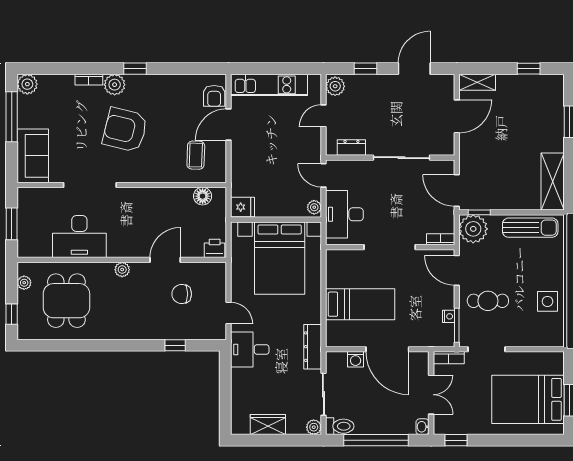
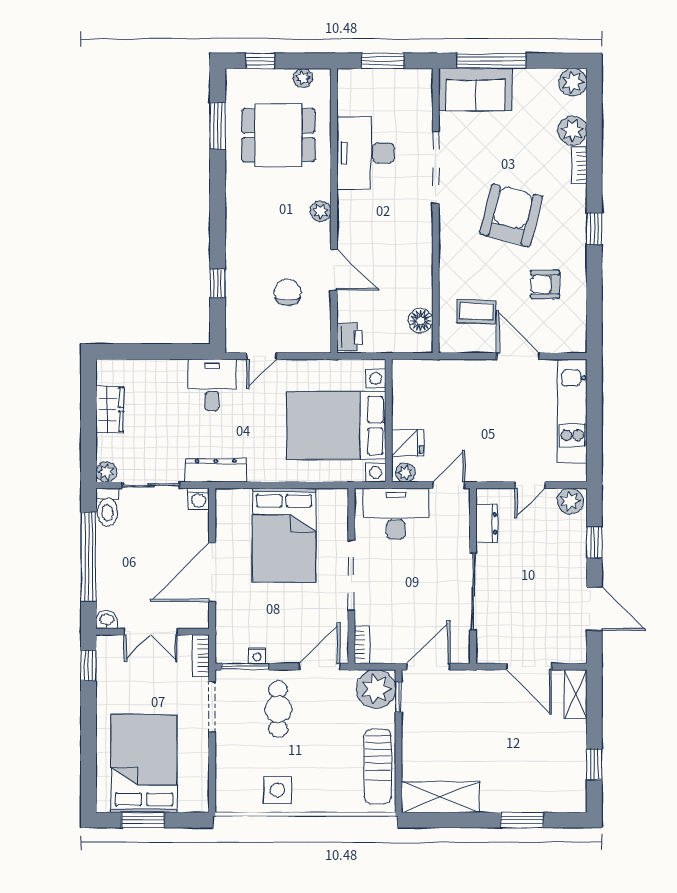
plant: (115, 85) -> (572, 131), moved
armchair: (214, 96) -> (545, 284), moved
door: (323, 116) -> (530, 485), swing flipped
window: (12, 117) -> (491, 61), moved
fridge: (243, 207) -> (408, 443), moved, turned -90
bed: (360, 304) -> (284, 535), width x1.50
window: (60, 345) -> (218, 126), added
washing machine: (356, 359) -> (199, 499), moved, turned -90

